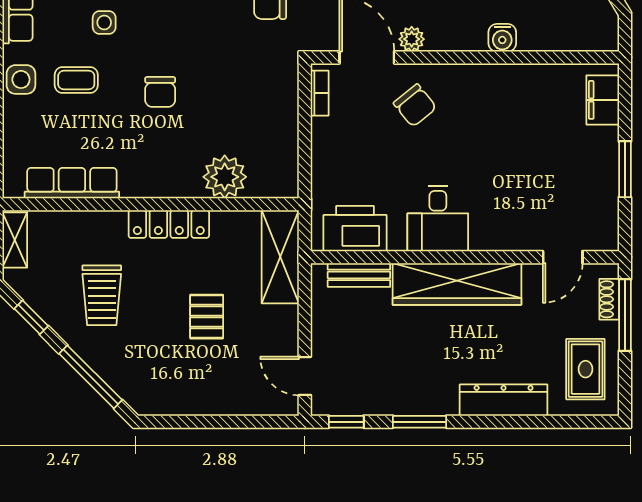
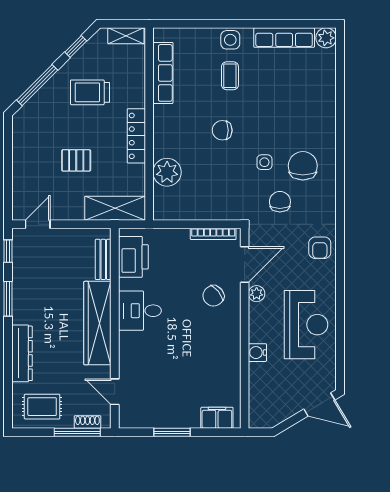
side table: (104, 23) -> (264, 162), moved
bookcase: (320, 93) -> (213, 234), width x1.56

